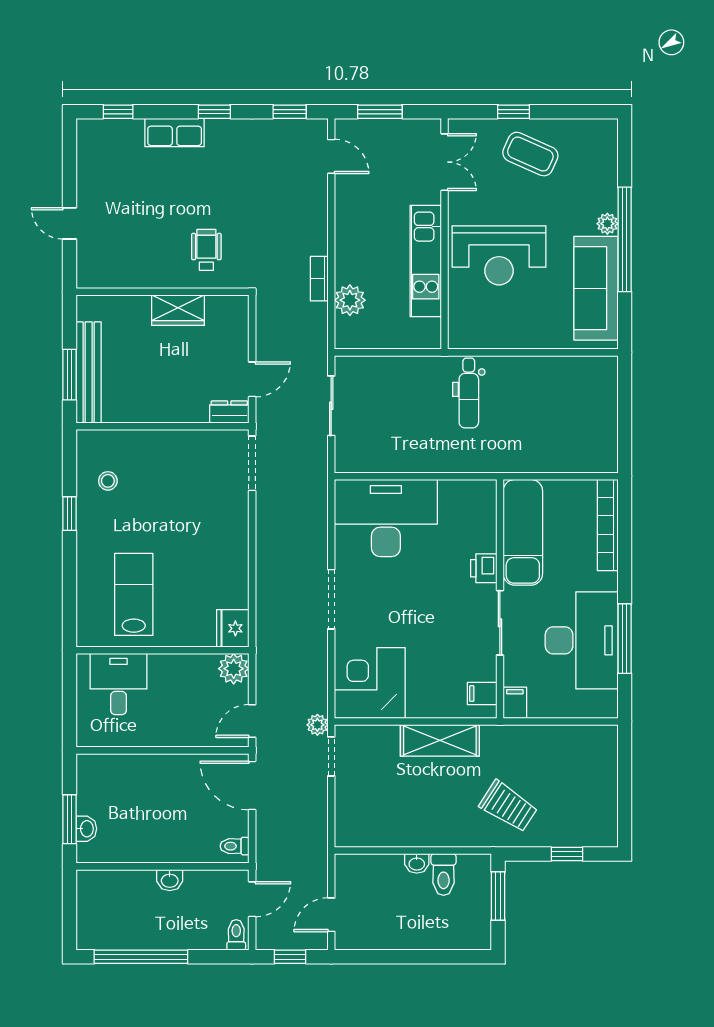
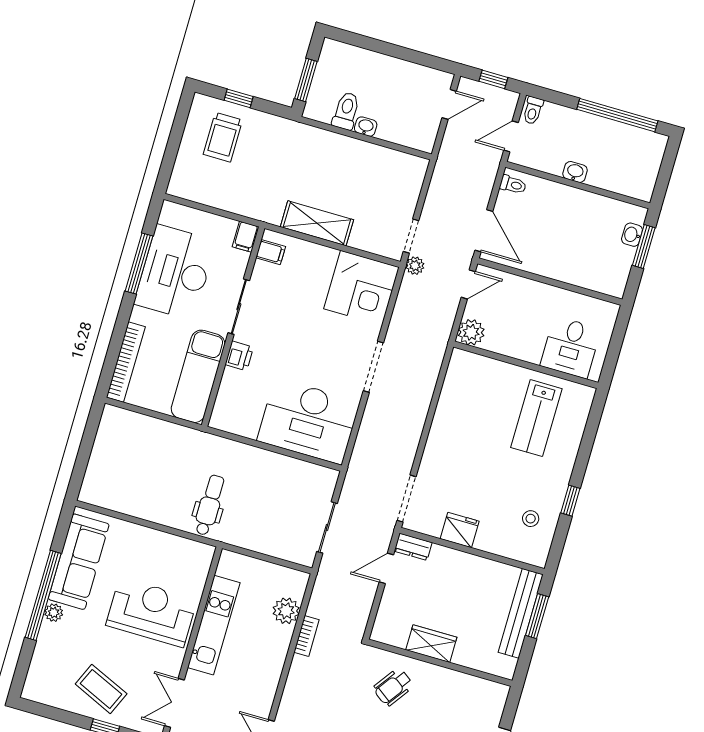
wheelchair: (206, 250) -> (393, 687), turned 36
fridge: (233, 628) -> (460, 530), moved, turned -90
trolley: (508, 806) -> (223, 137), moved, turned -123

